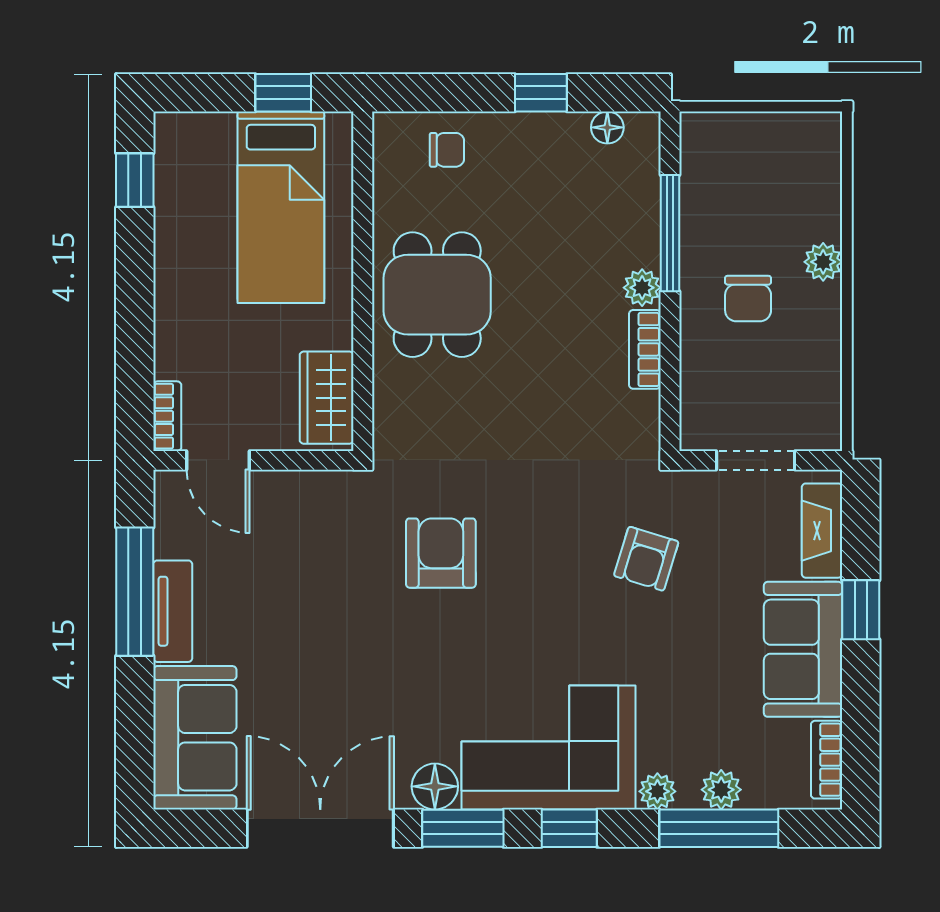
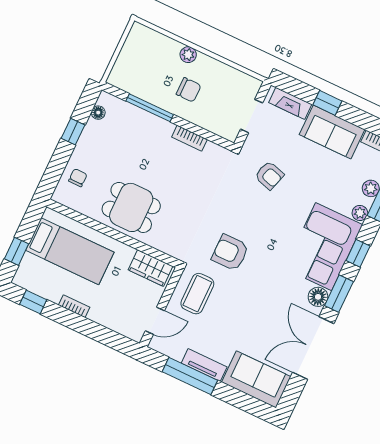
window: (283, 93) -> (16, 251), moved
plant: (642, 288) -> (165, 128), removed
bookcase: (167, 416) -> (74, 306), moved
coffee table: (319, 524) -> (197, 294), added

